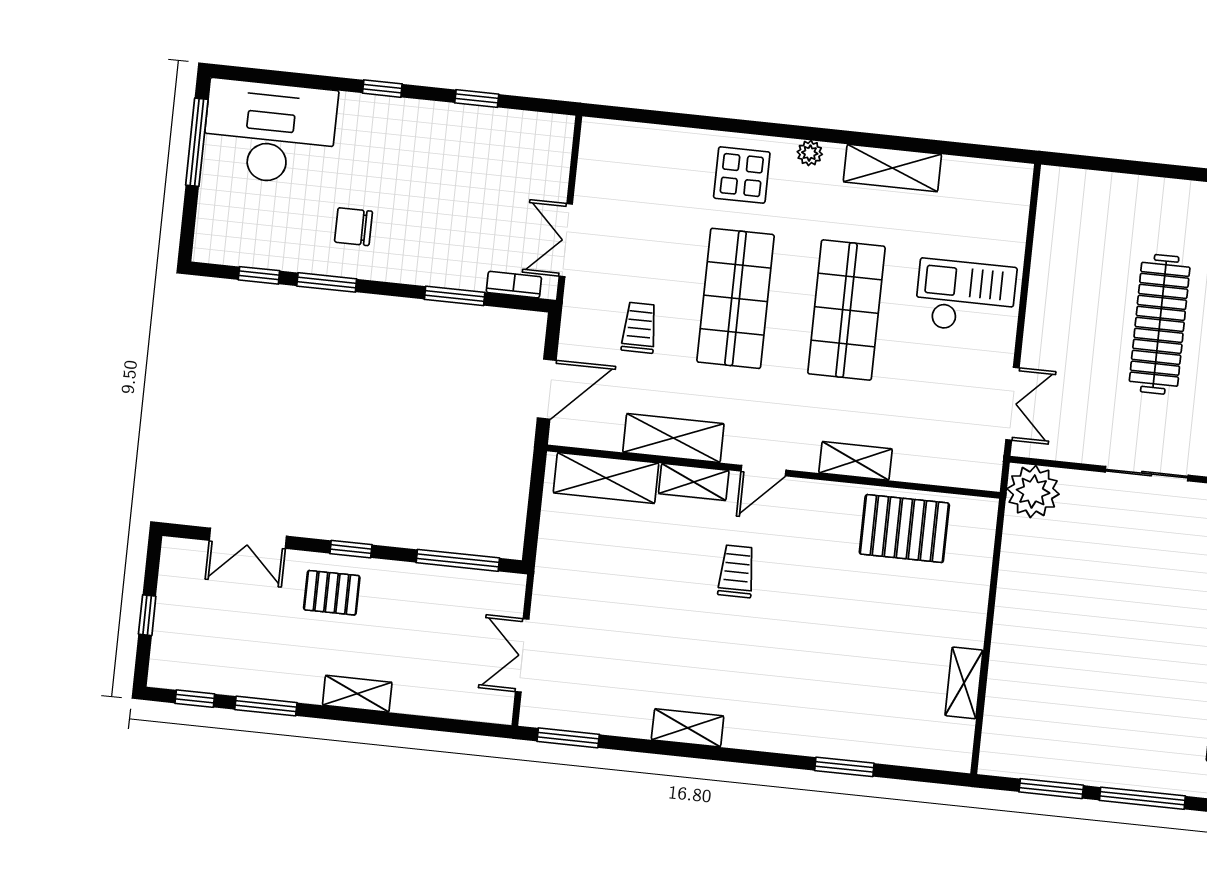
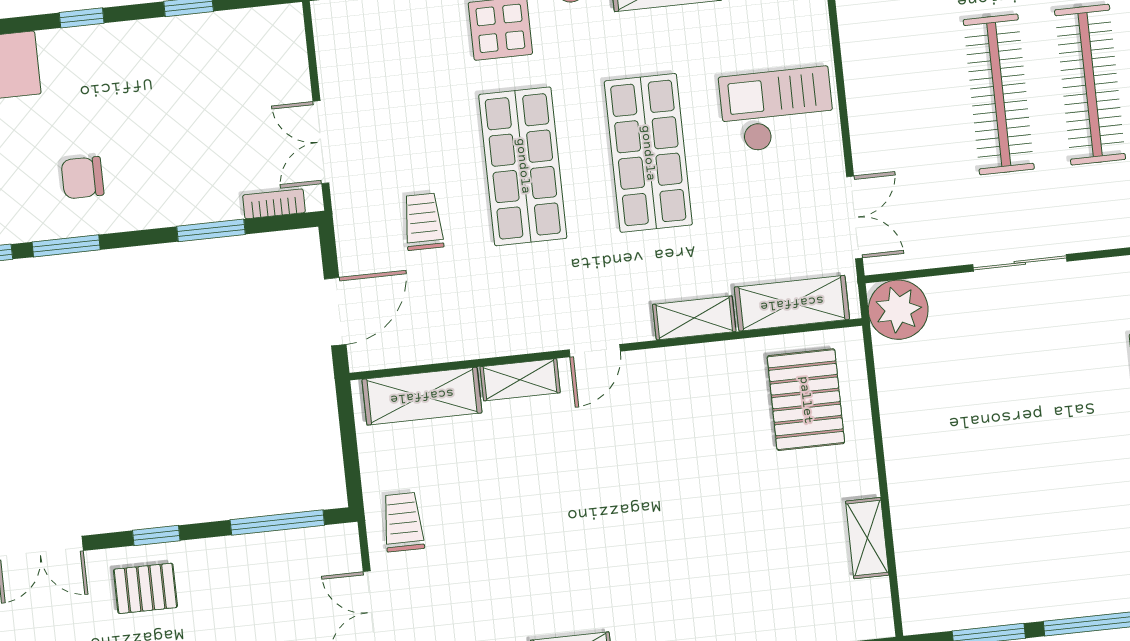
shelving: (673, 438) -> (792, 303), moved
pallet: (904, 529) -> (806, 400), moved, turned 90
trolley: (737, 571) -> (403, 522), moved

